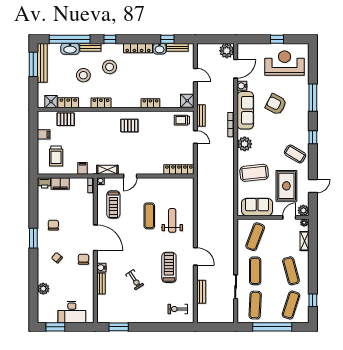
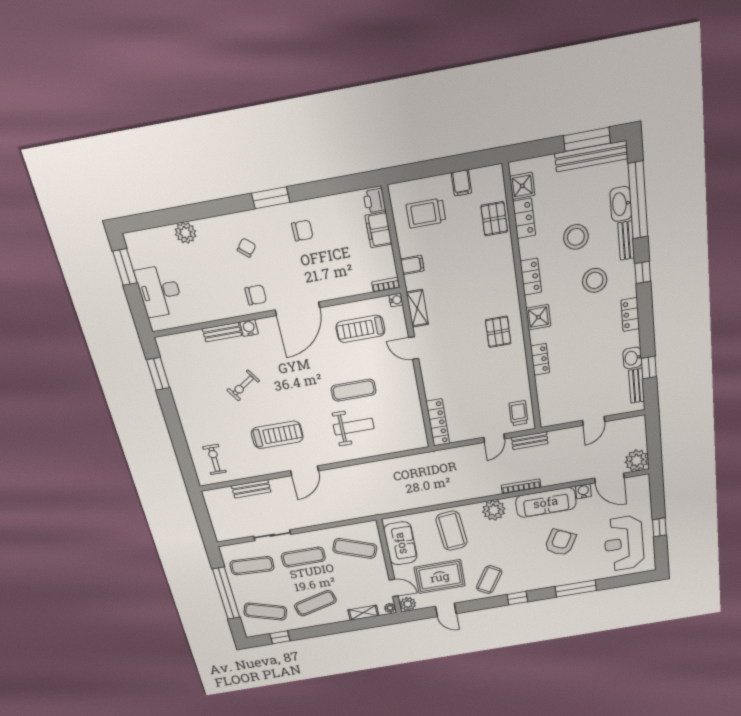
locker: (138, 48) -> (630, 315), width x0.66
reception desk: (284, 63) -> (624, 543), turned 180
shower: (187, 101) -> (538, 317), moved

